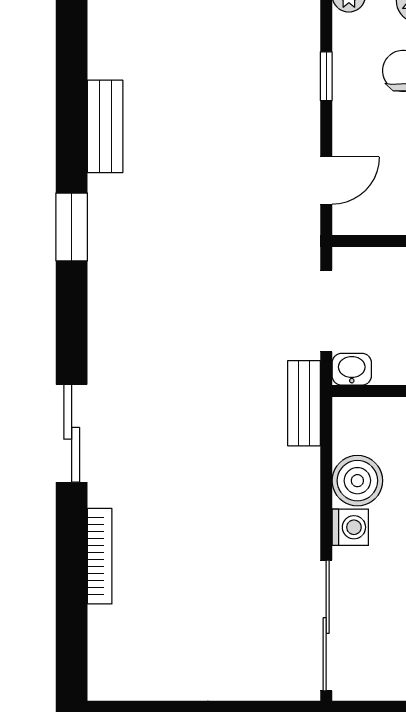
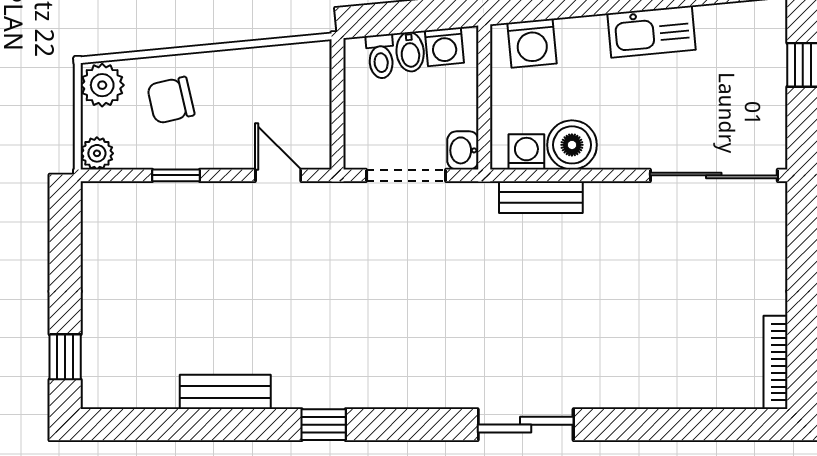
window: (72, 227) -> (324, 425), width x0.67
bench: (304, 403) -> (541, 197), moved
washing machine: (350, 527) -> (526, 152), moved
bookcase: (100, 556) -> (776, 362), moved, turned -90

